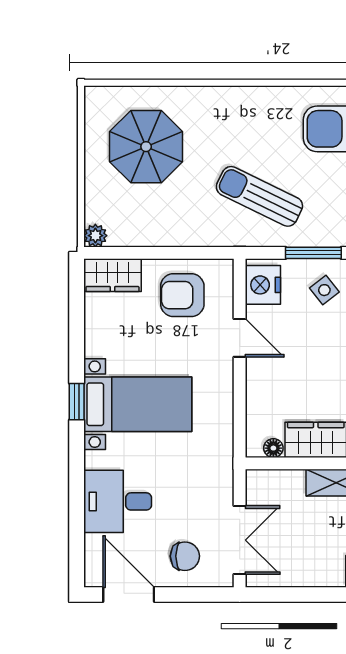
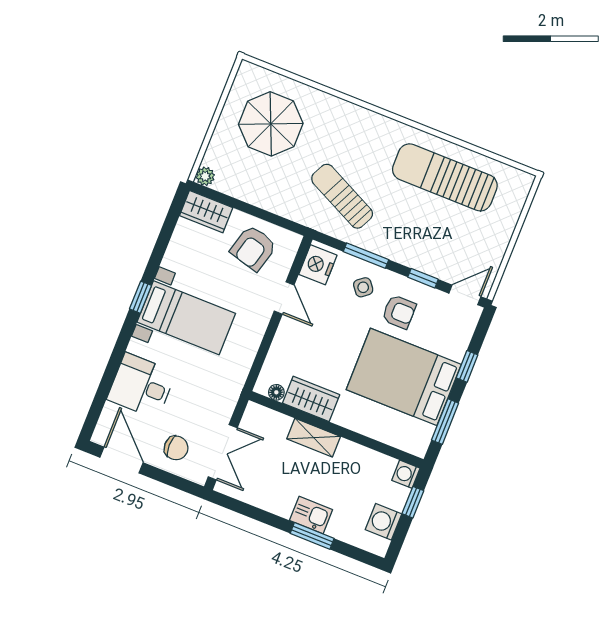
armchair: (182, 295) -> (253, 248), turned -75

